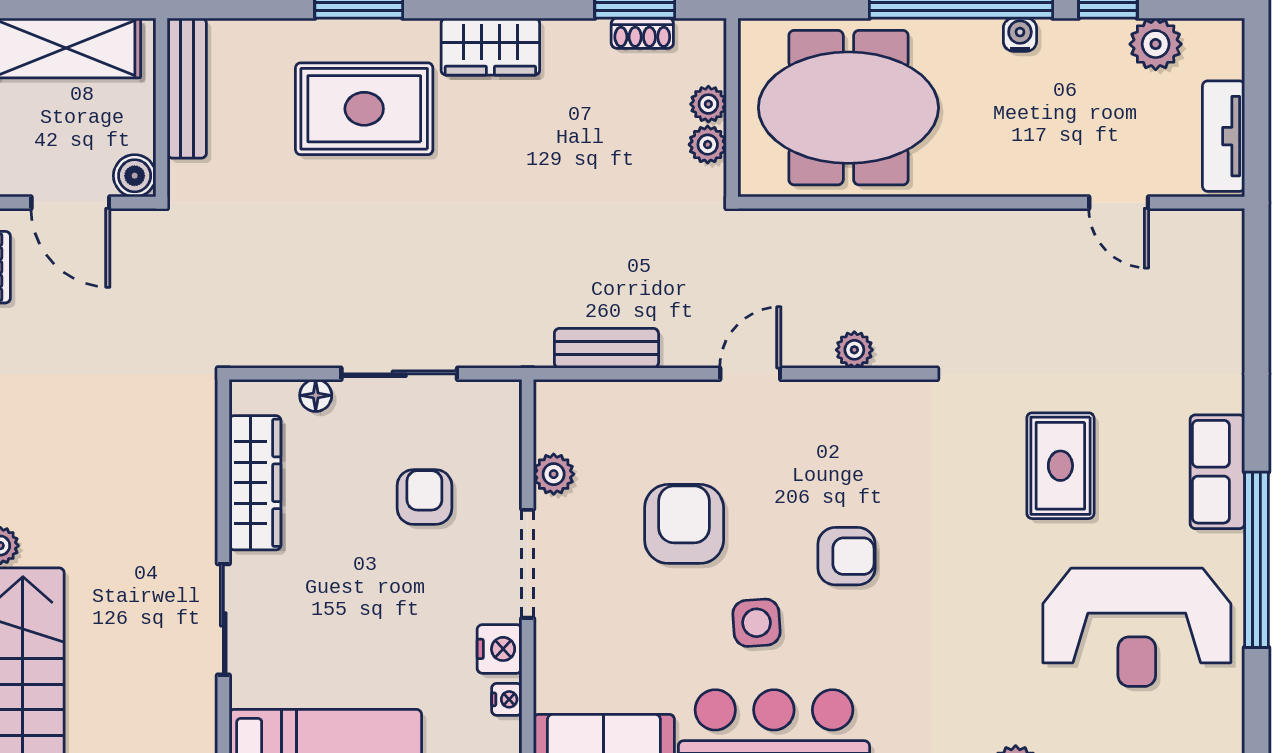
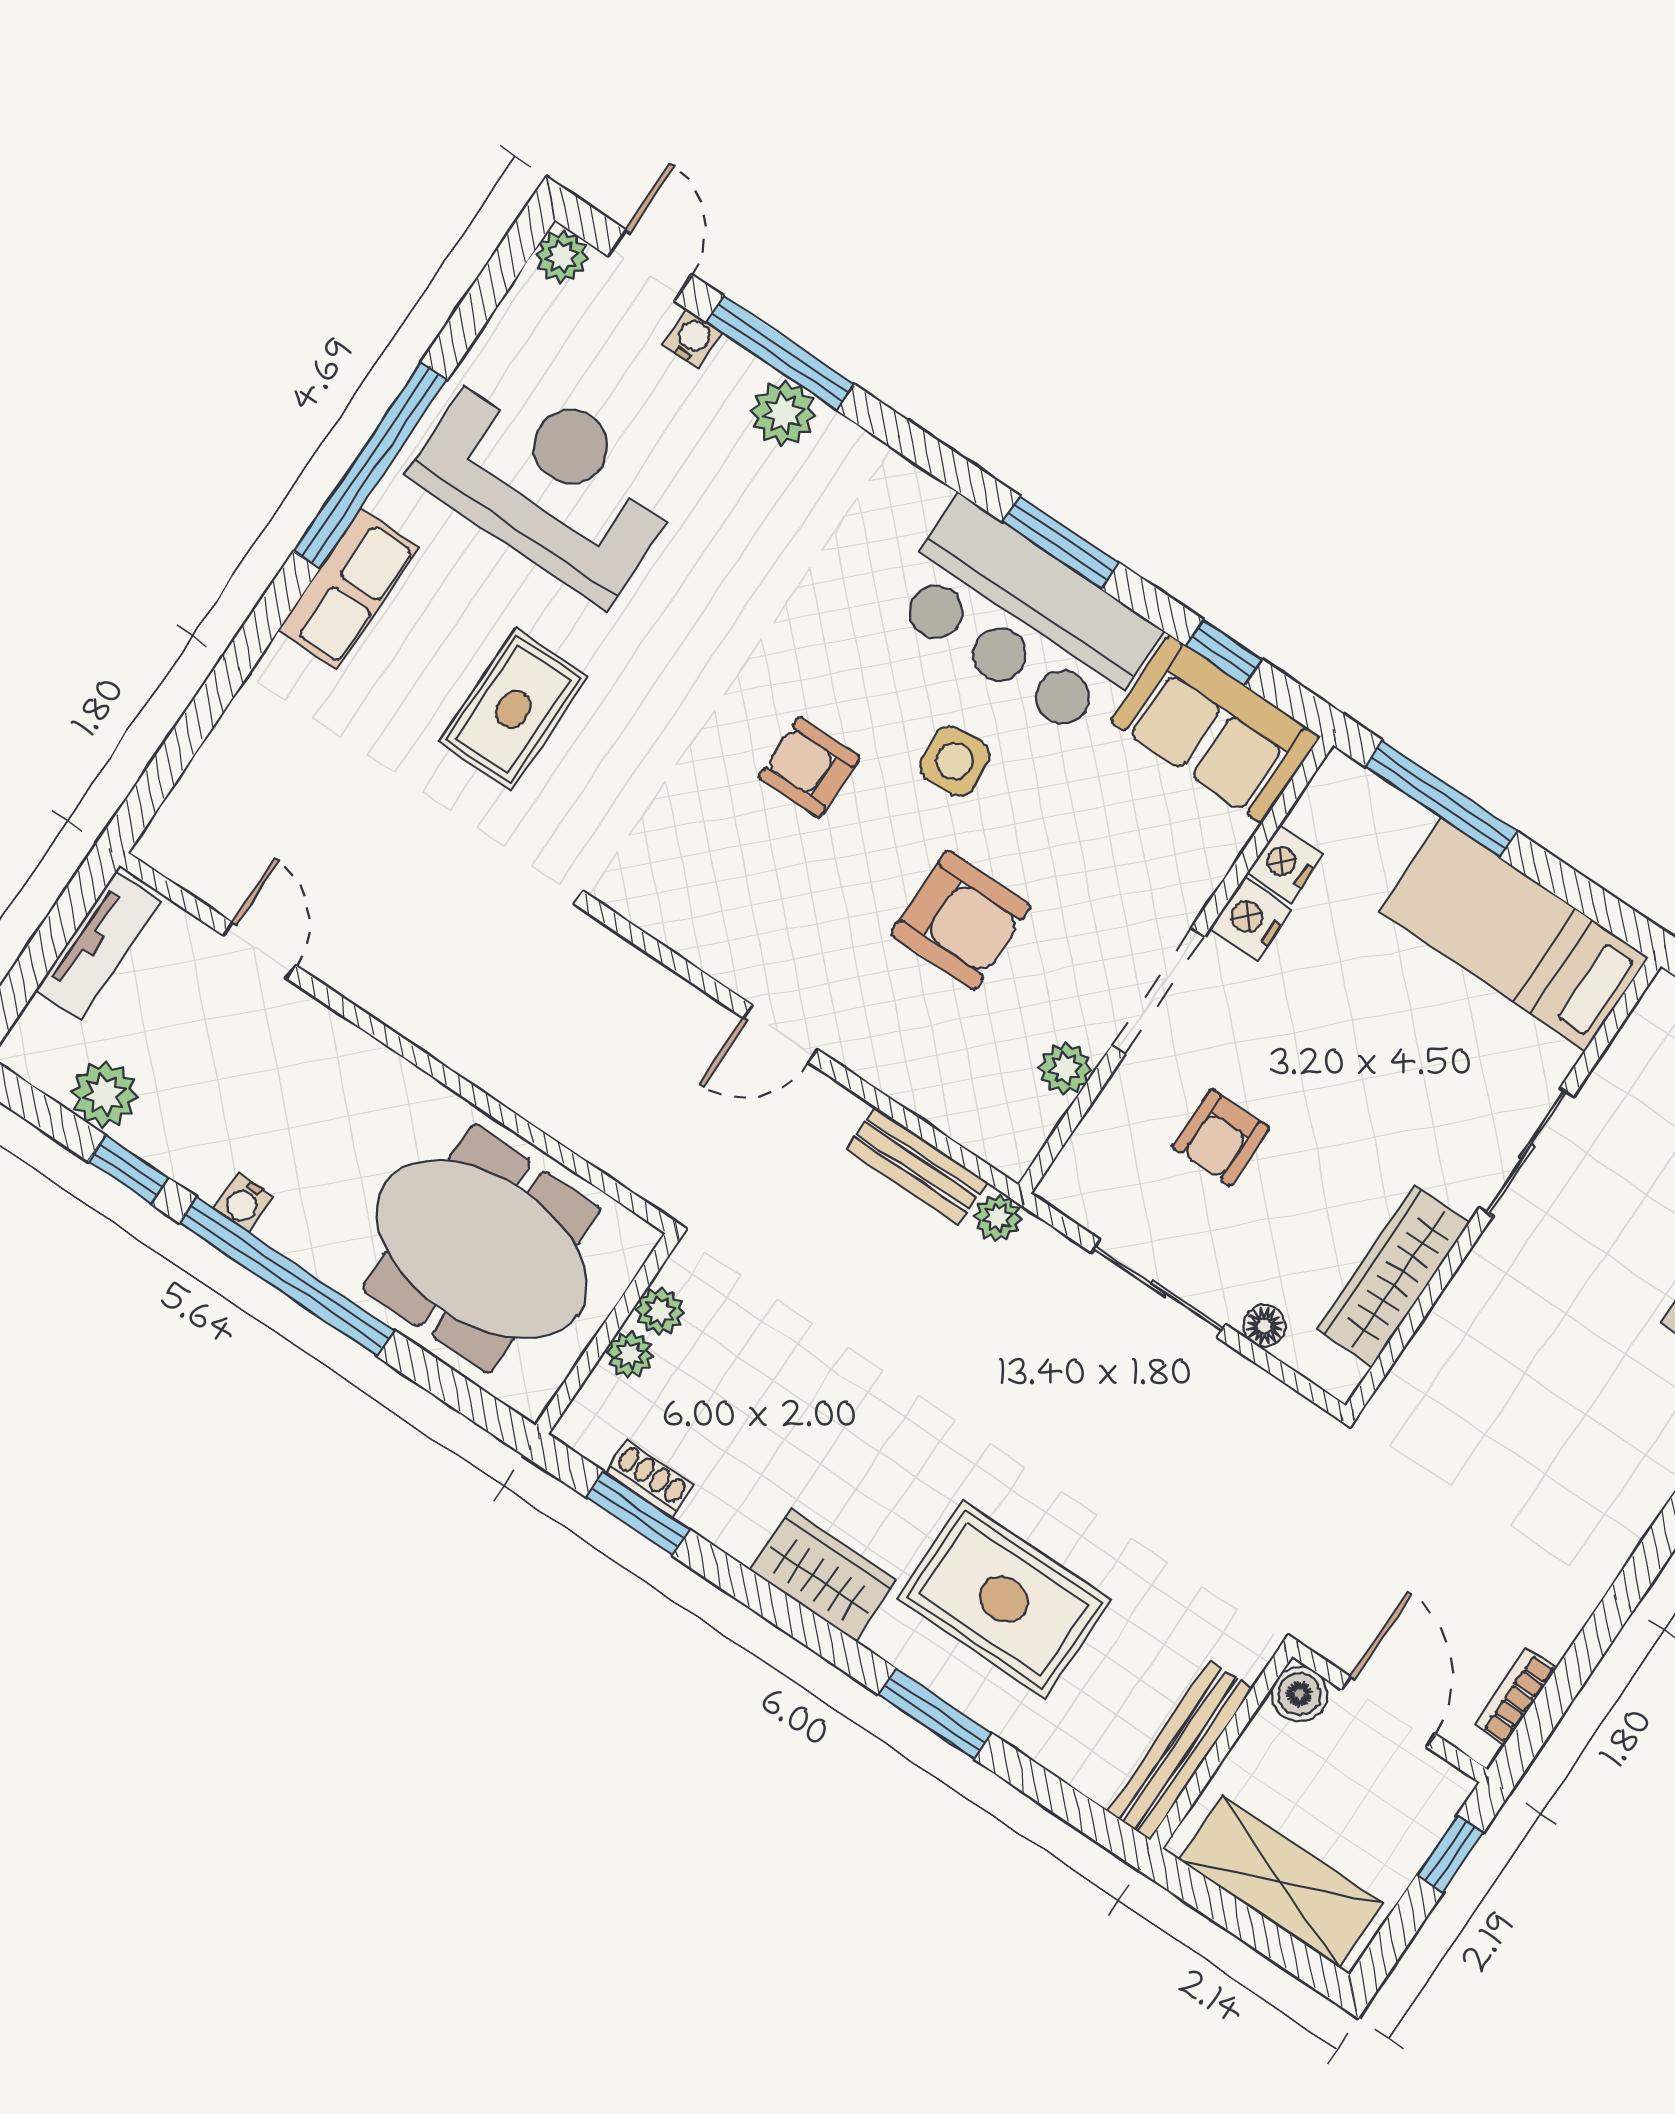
plant: (854, 350) -> (998, 1218), moved
armchair: (684, 524) -> (961, 920), turned -90
nightstand: (507, 699) -> (1285, 864), width x1.39, depth x1.35

